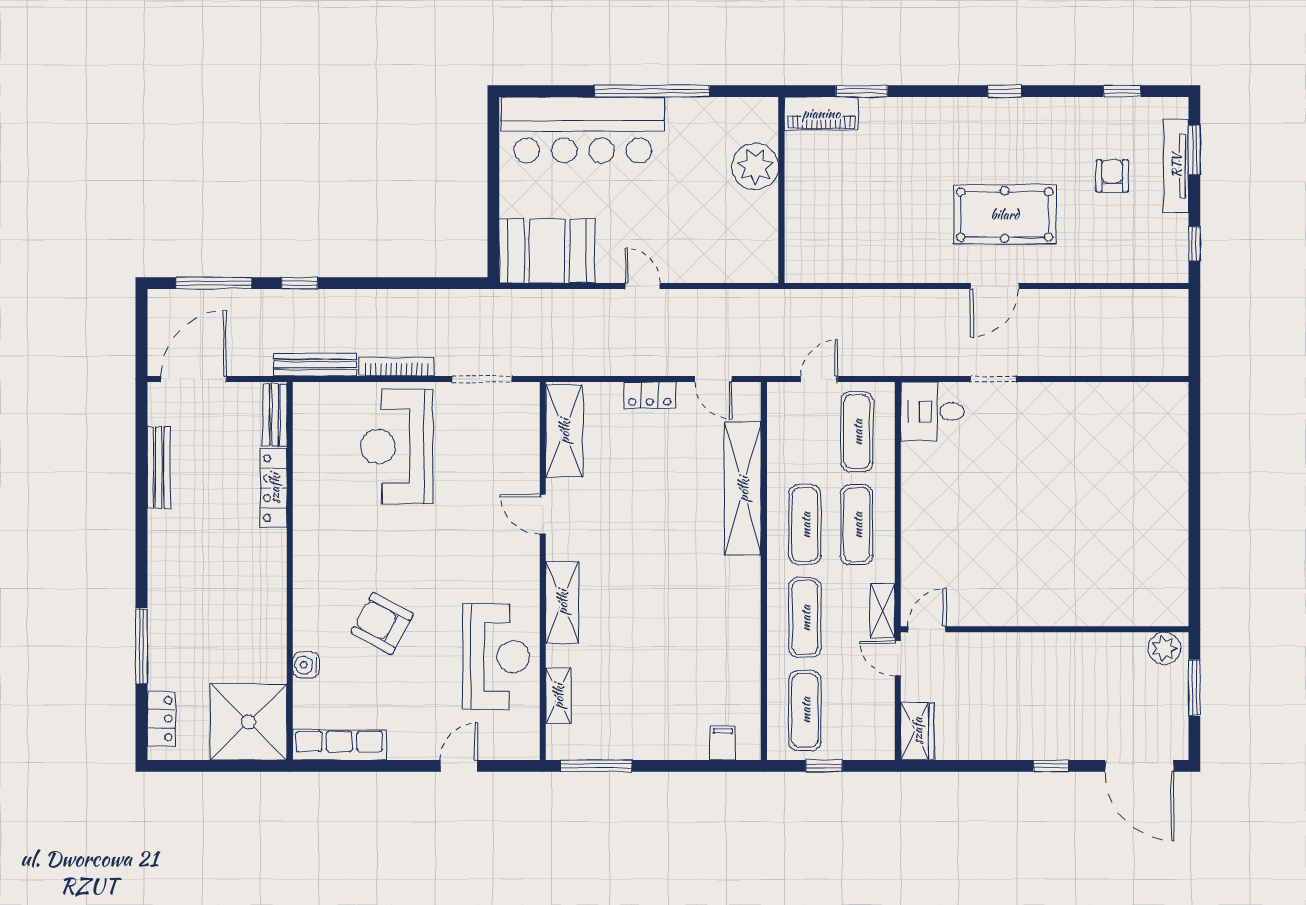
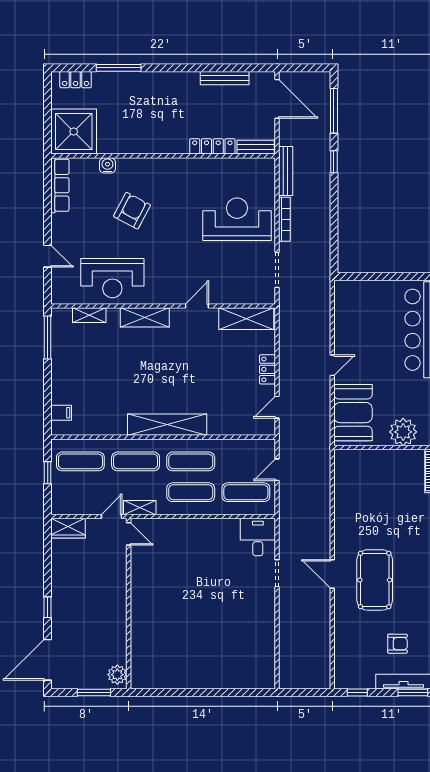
booth: (547, 251) -> (353, 413), moved
door: (819, 379) -> (277, 470), swing flipped
shelving: (743, 489) -> (167, 425), moved

